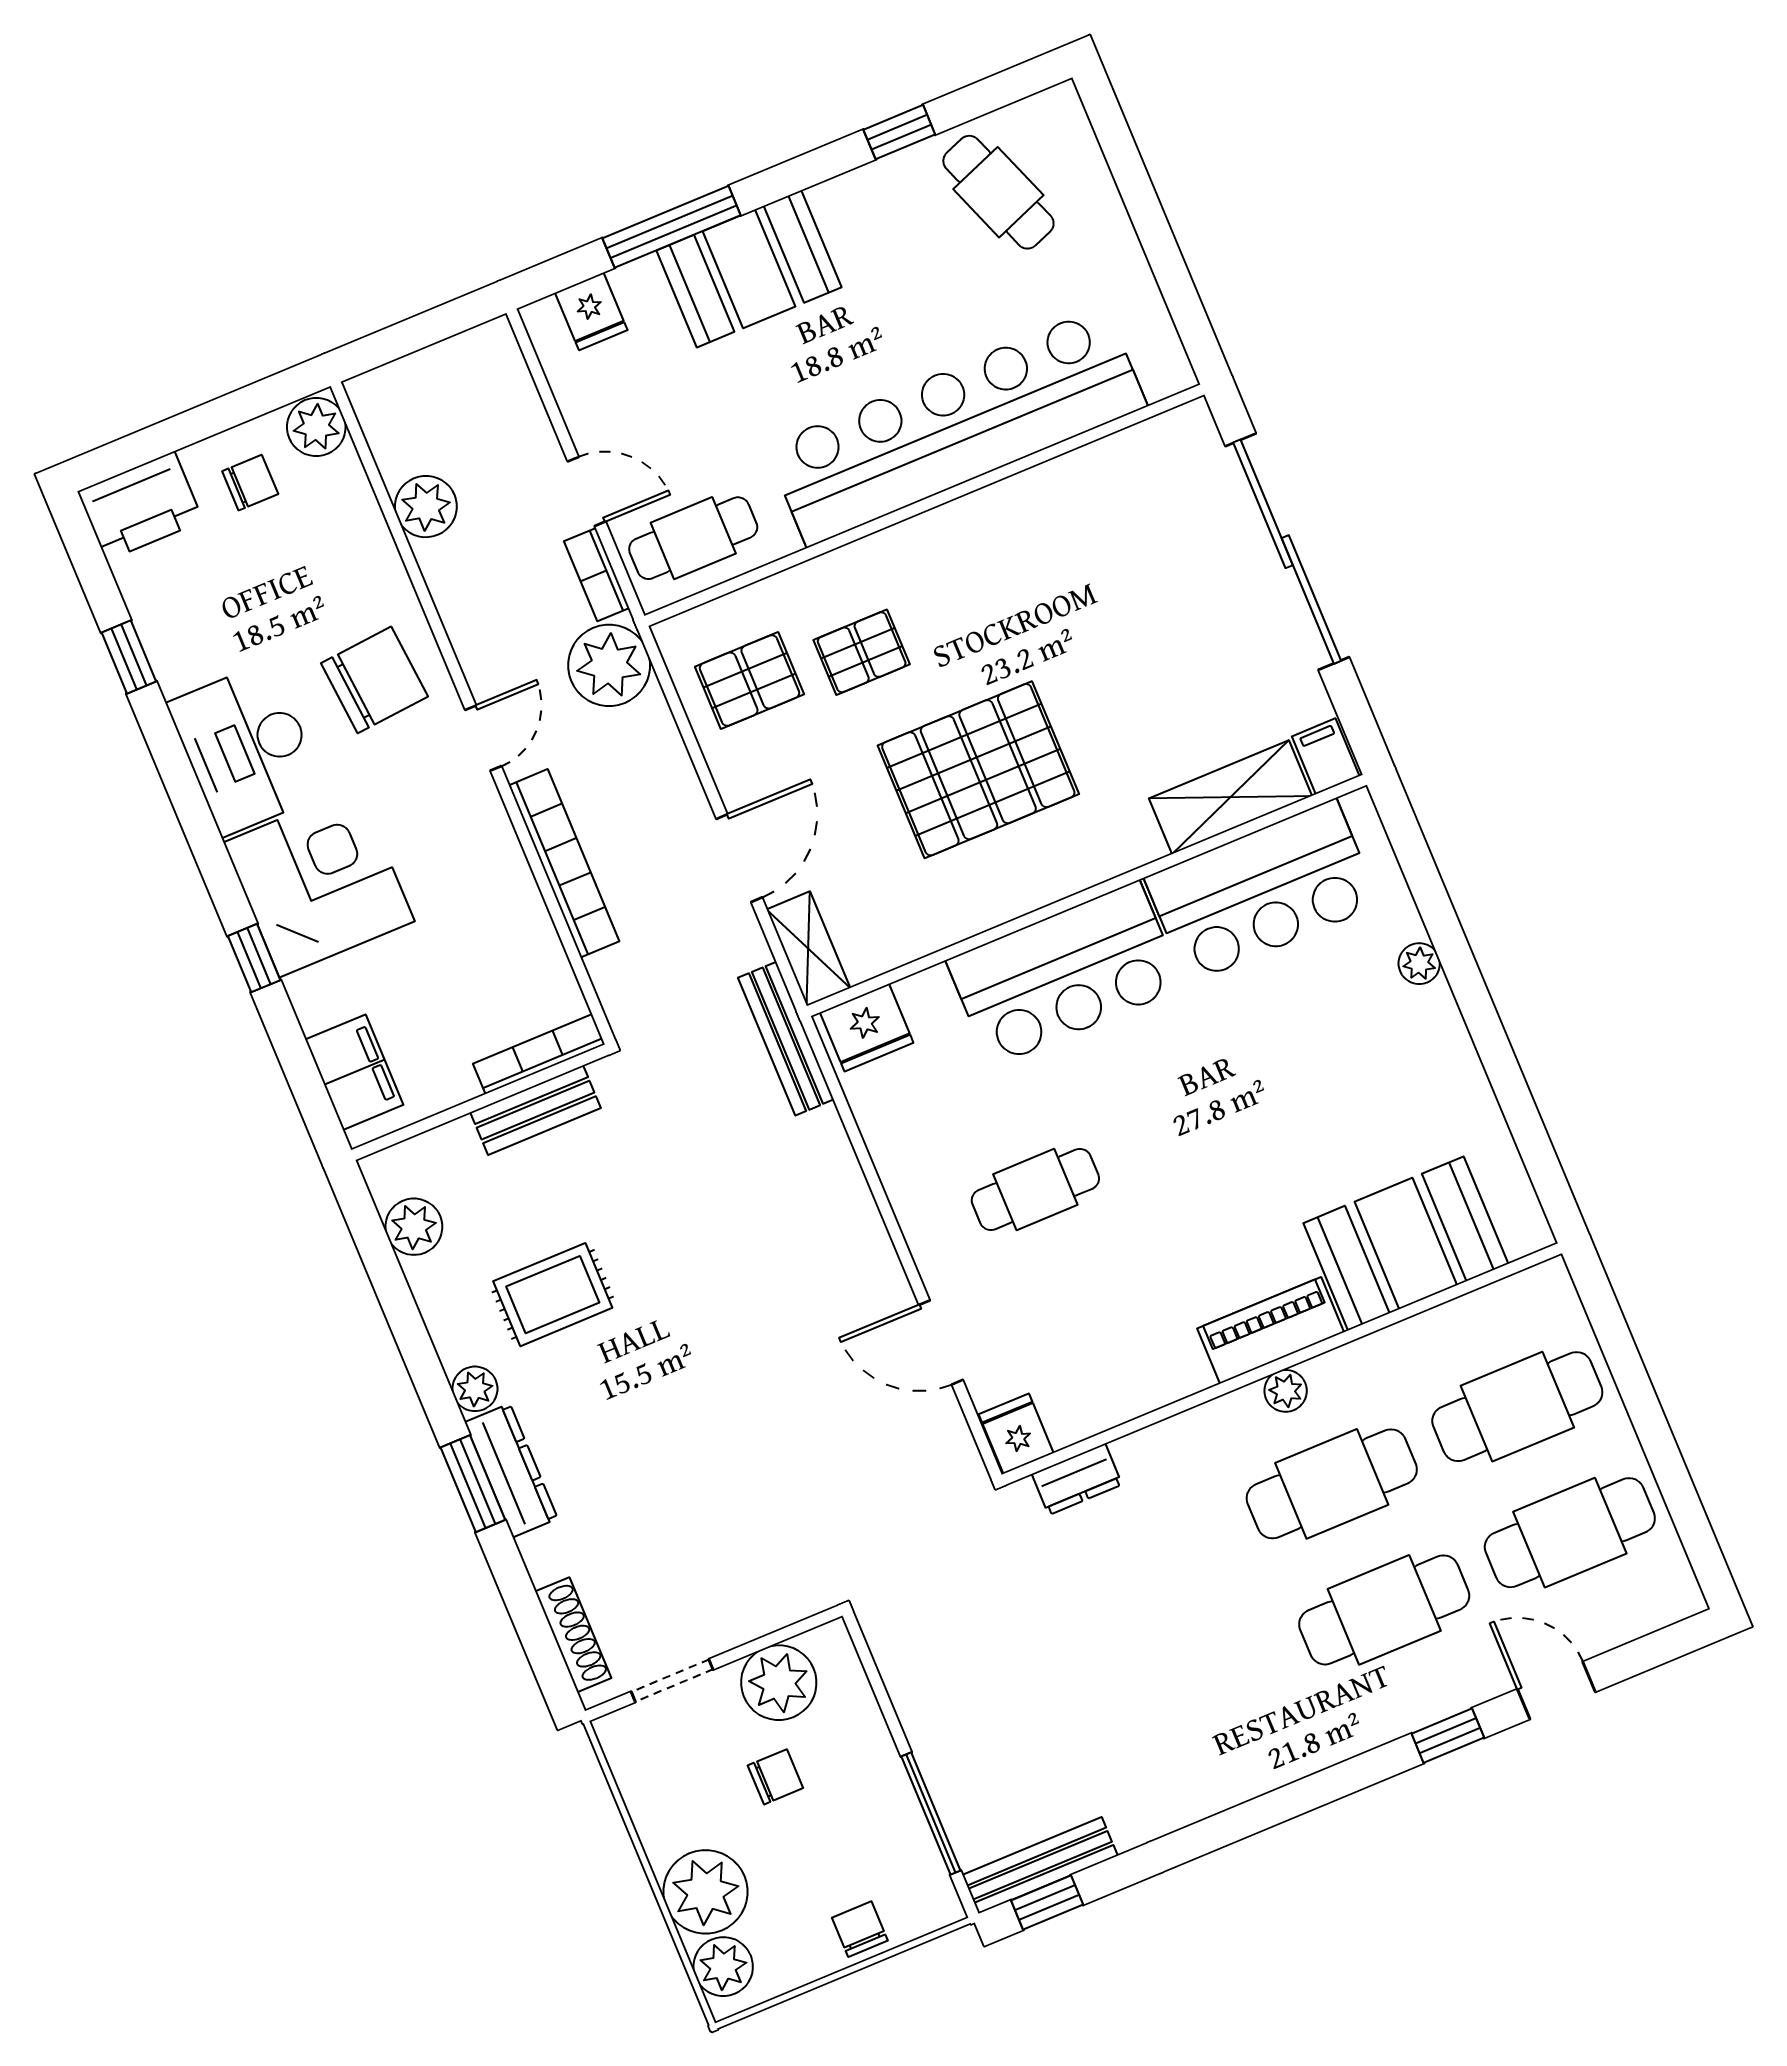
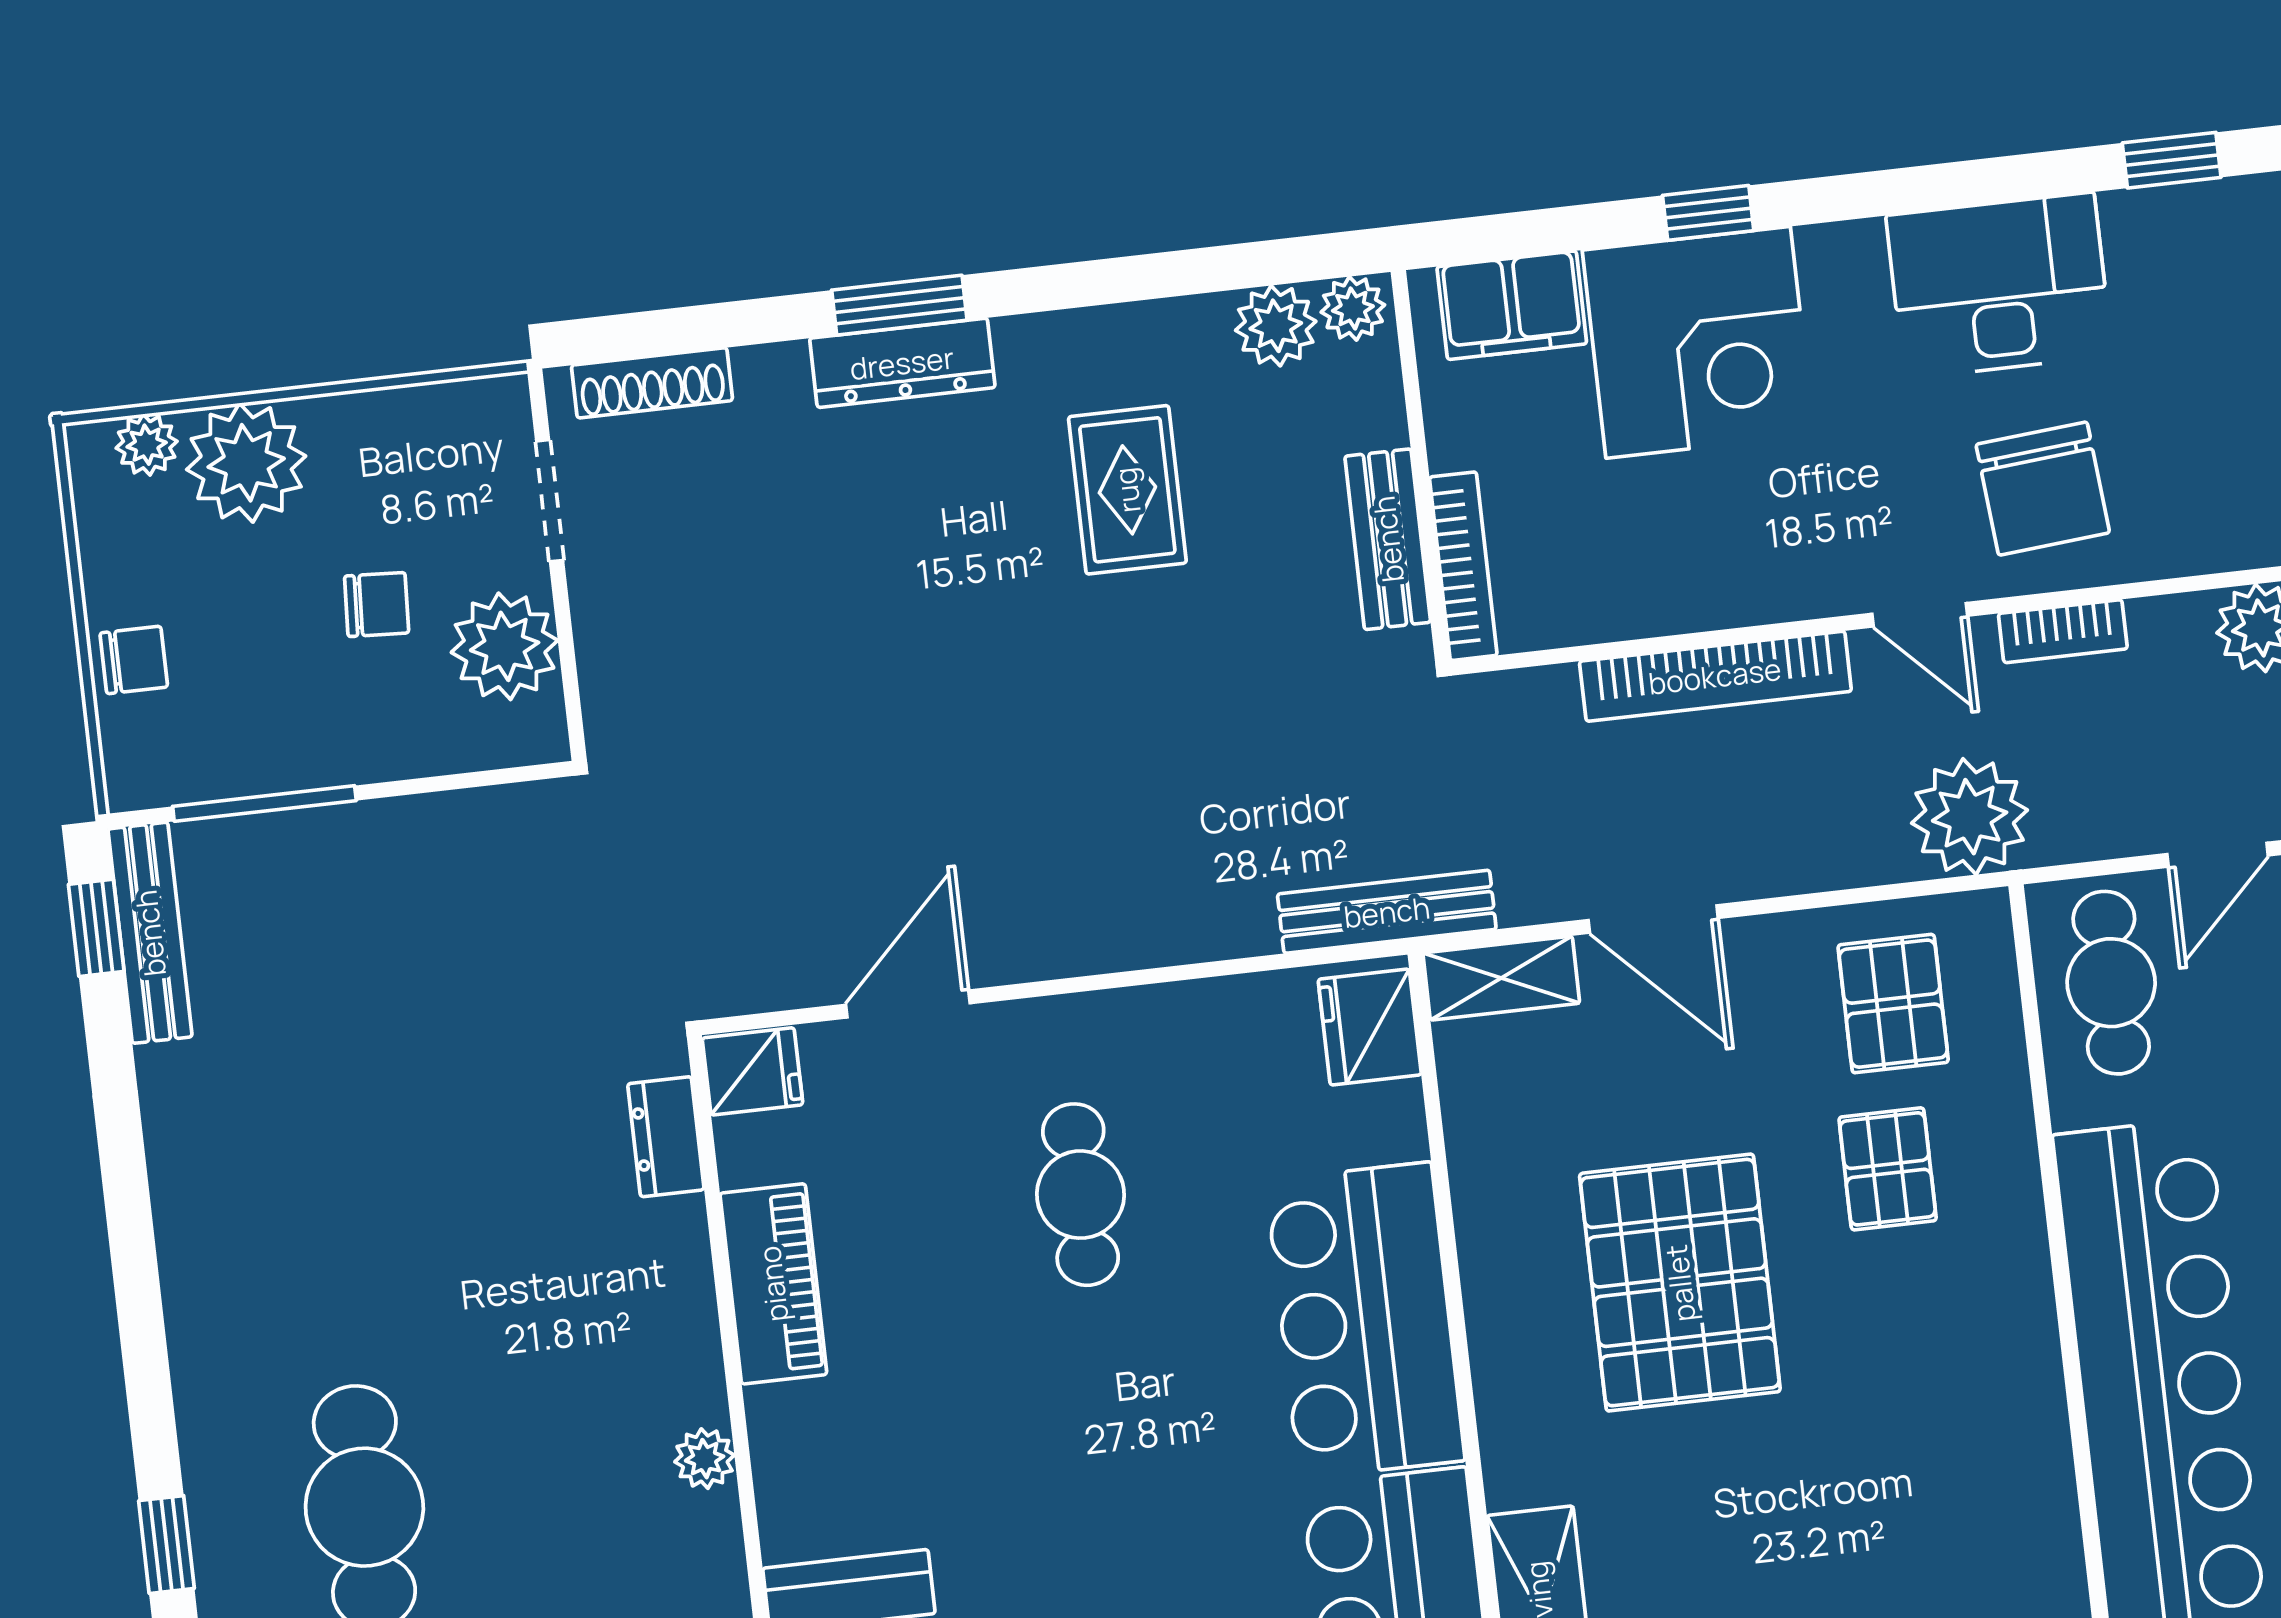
bookcase: (597, 575) -> (2063, 631), moved, turned 180
corner desk: (319, 882) -> (1698, 342), moved
piano: (1271, 1330) -> (773, 1284), moved
plant: (475, 1389) -> (1353, 309), moved
cafe table: (1332, 1484) -> (558, 1485), removed
chair: (775, 1777) -> (377, 604), turned -87
plant: (723, 1967) -> (147, 445), width x0.73, depth x0.73

